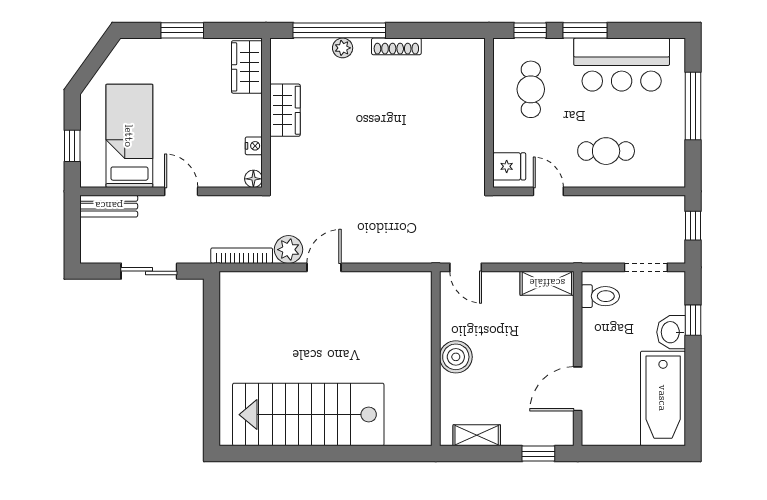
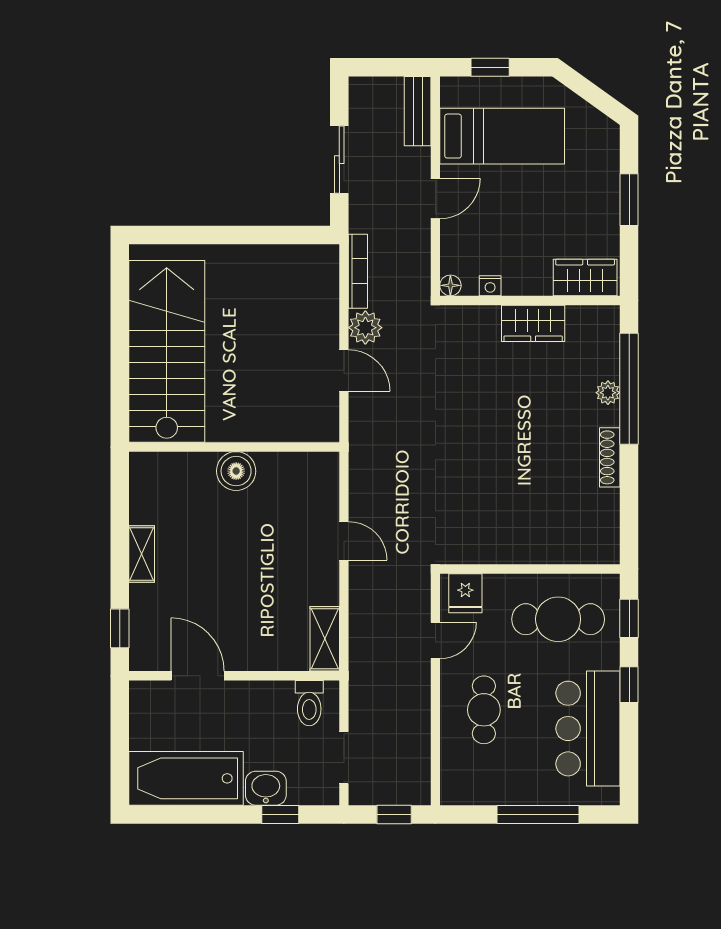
window: (585, 30) -> (629, 685), width x0.67
cafe table: (531, 89) -> (558, 619), width x1.37, depth x1.35
door: (466, 267) -> (344, 541), swing flipped
boiler: (456, 357) -> (236, 471), moved
wall: (436, 359) -> (234, 447), moved

